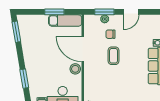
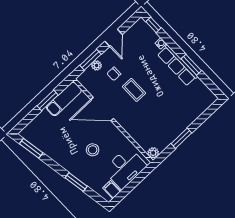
stool: (75, 69) -> (93, 150), moved

